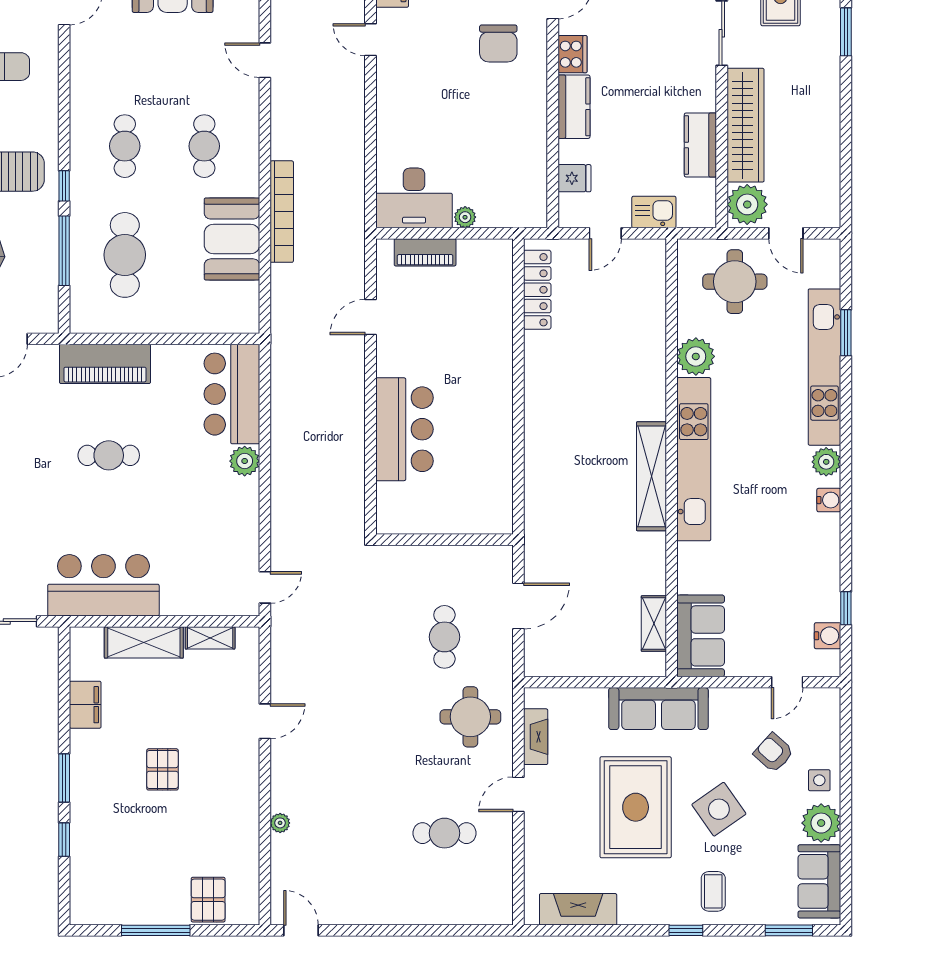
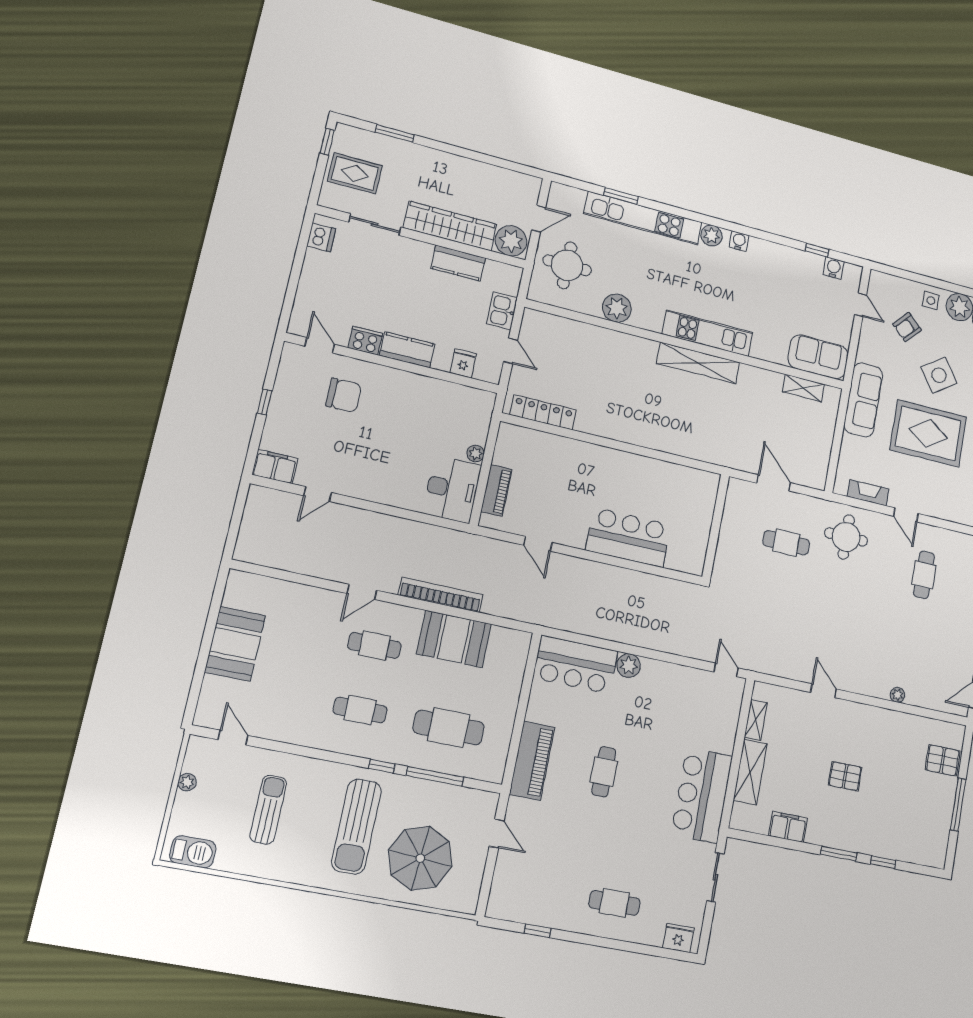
door: (265, 60) -> (362, 592), moved
kitchen unit: (694, 459) -> (707, 333), width x0.73

